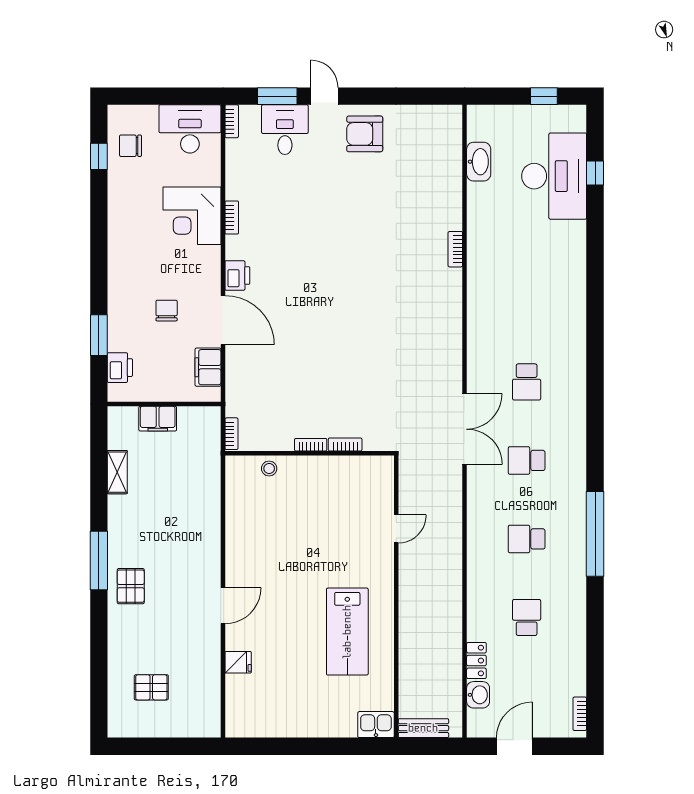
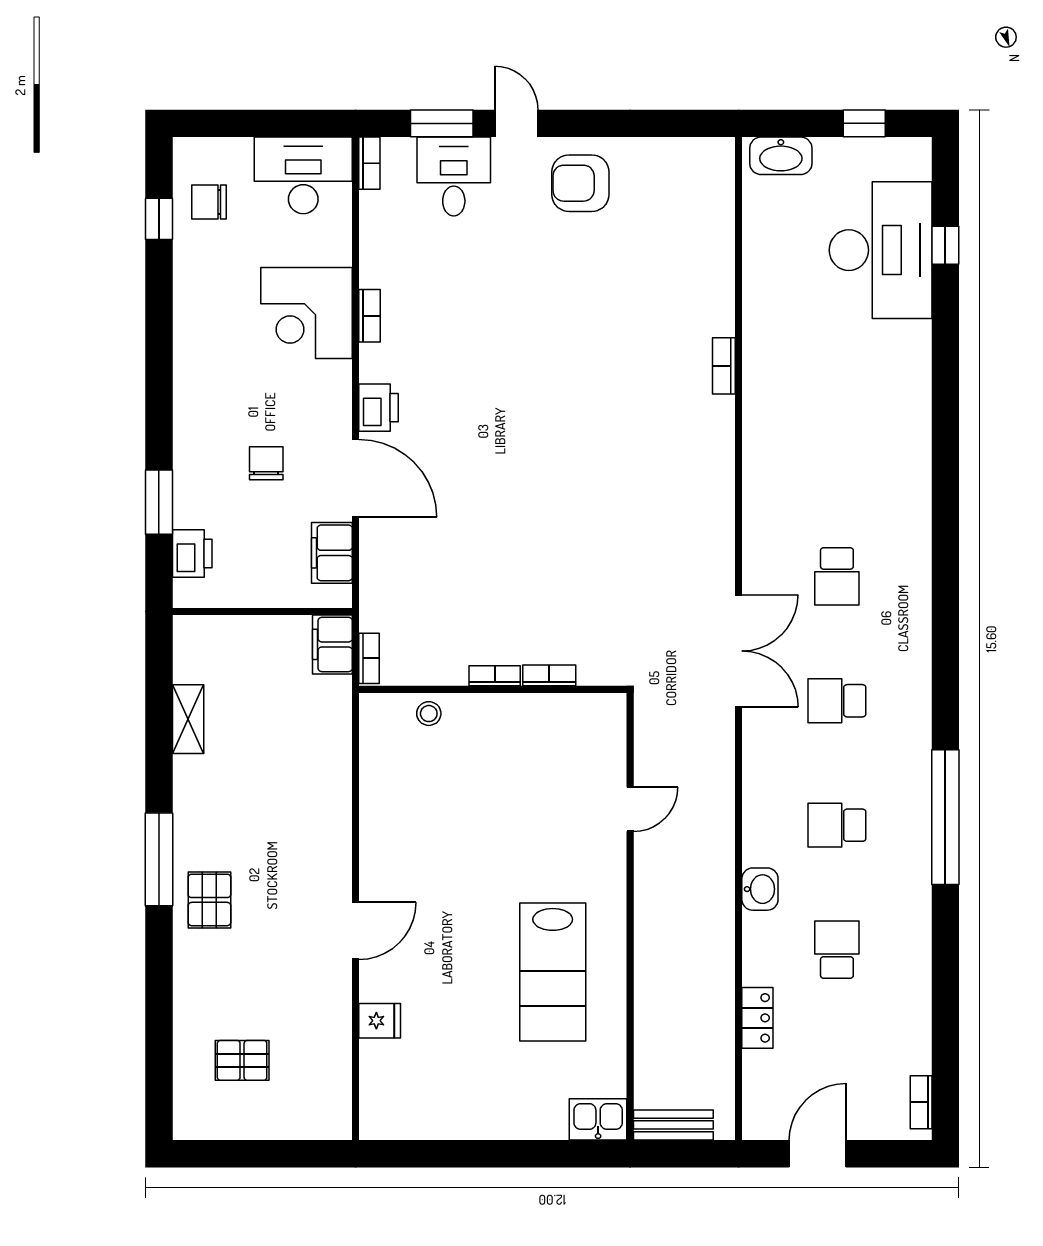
washbasin: (479, 162) -> (781, 156), moved, turned 90
filing cabinet: (158, 419) -> (332, 644), moved, turned 90
washbasin: (478, 695) -> (760, 889), moved

